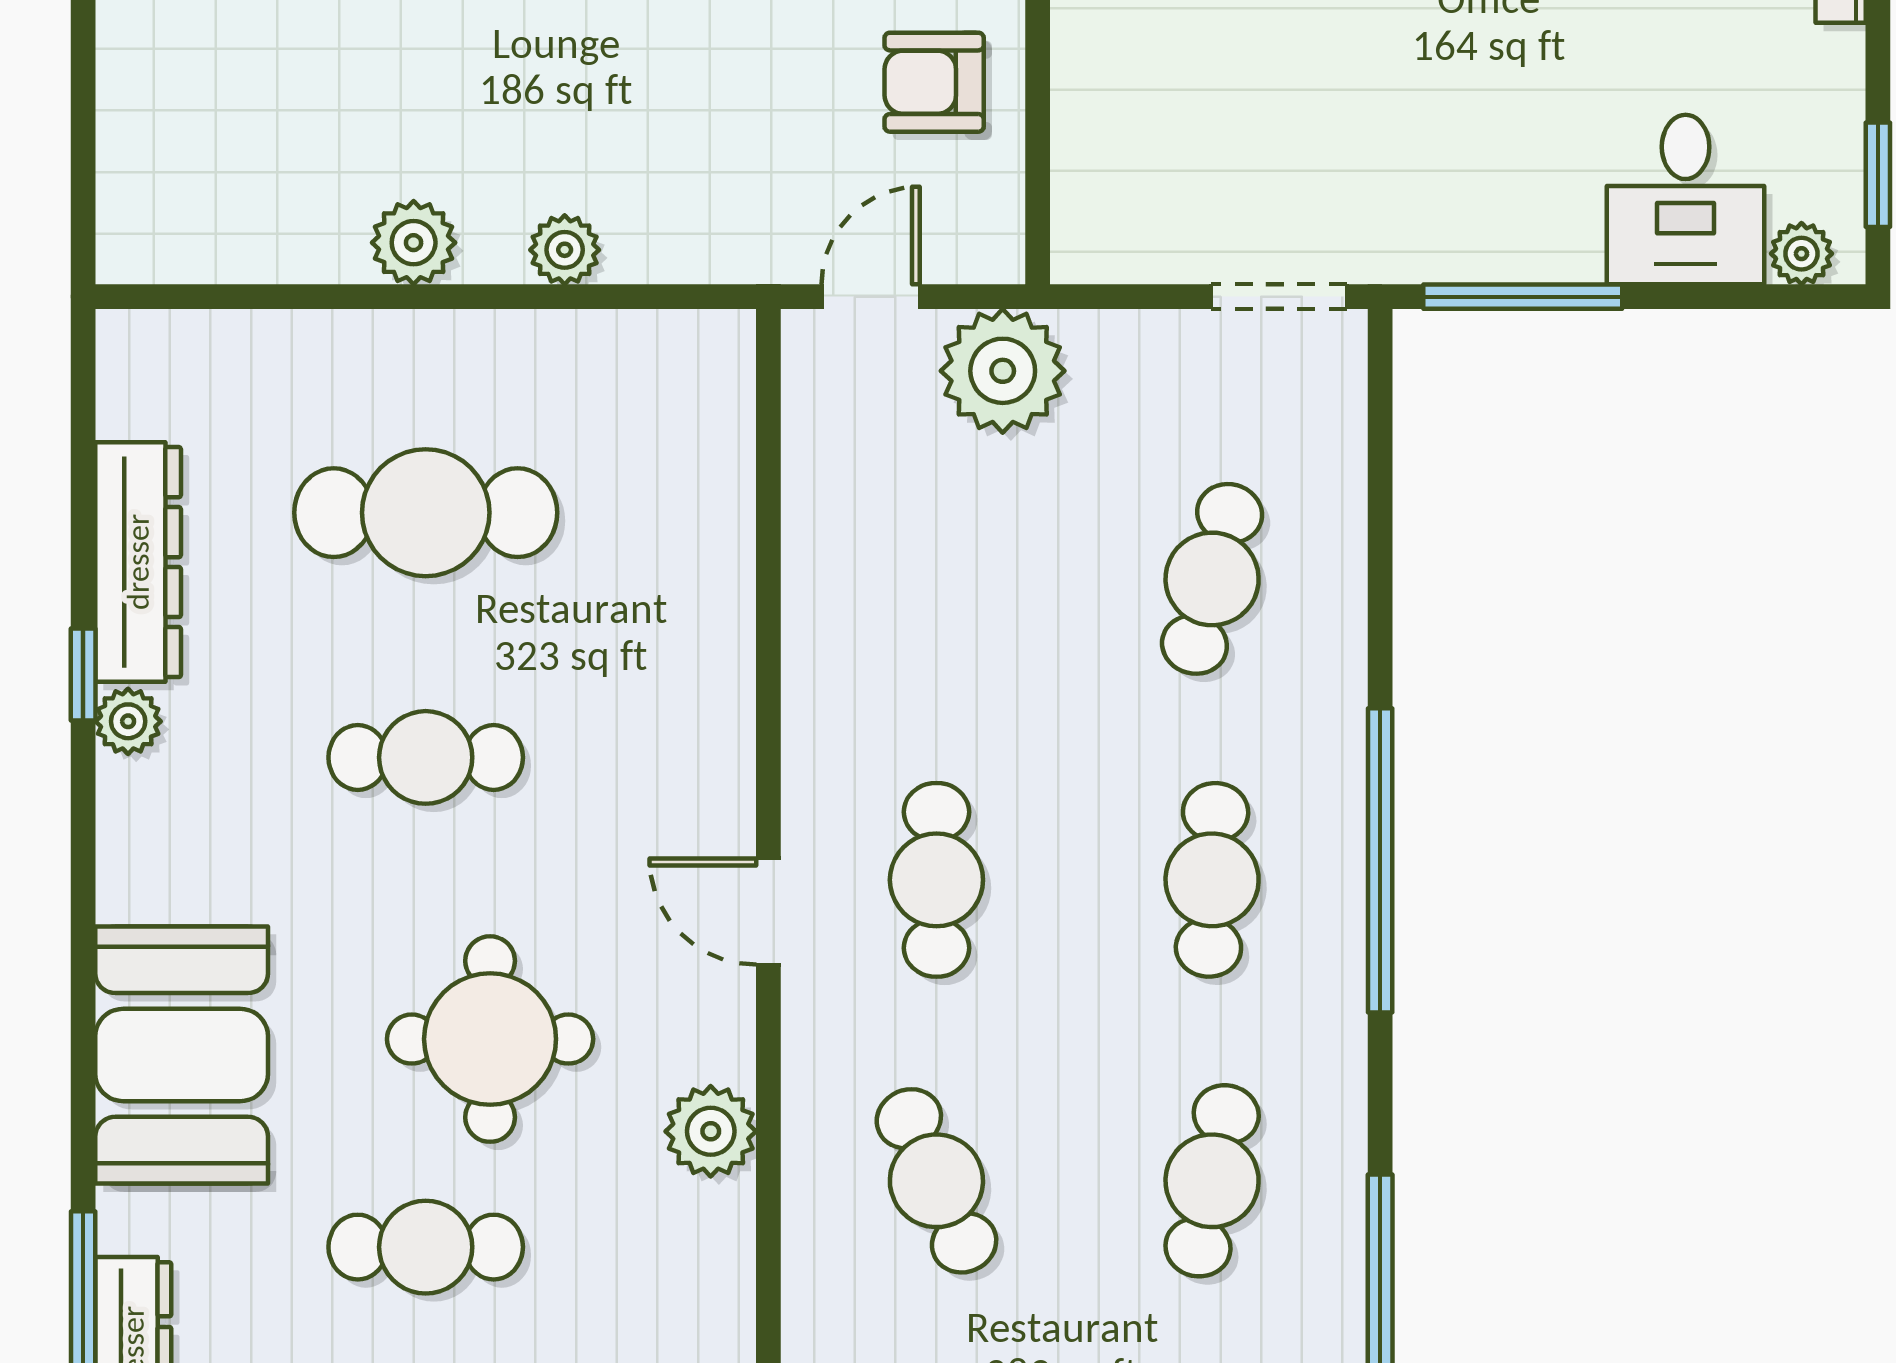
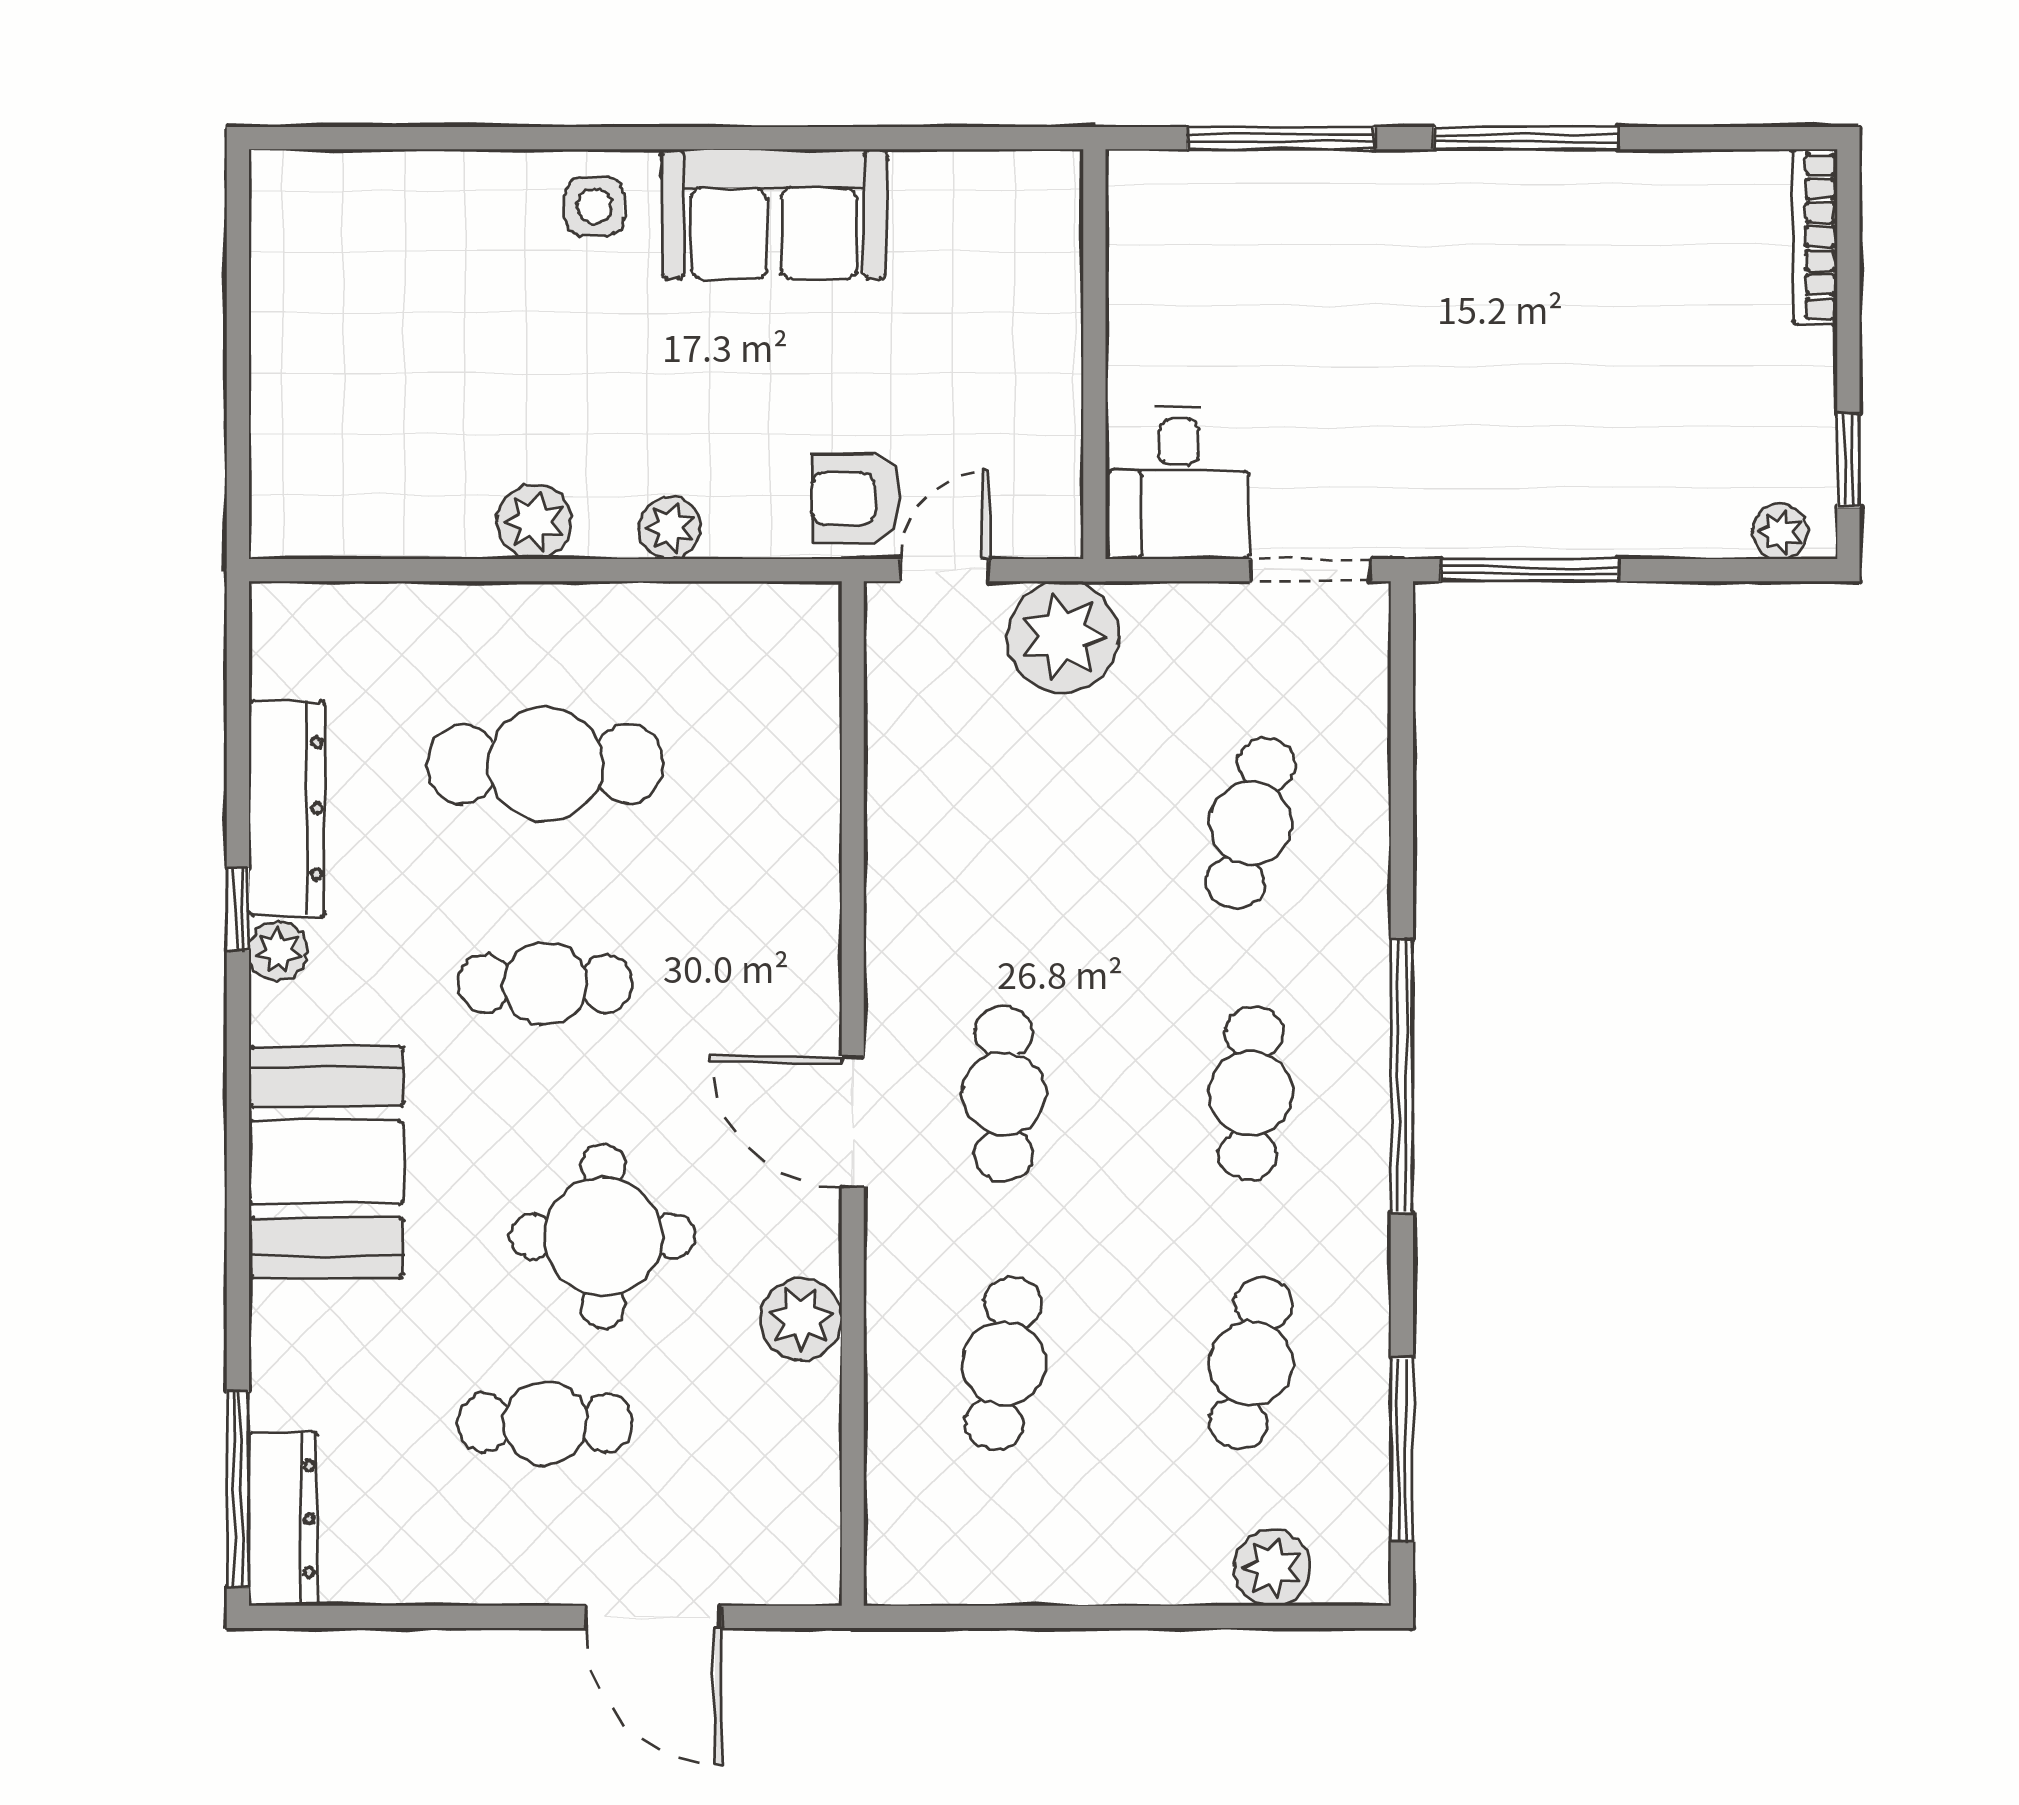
armchair: (934, 82) -> (856, 499), moved
desk: (1686, 200) -> (1178, 483), moved
door: (768, 911) -> (853, 1122), width x1.38
booth: (182, 1055) -> (326, 1162), moved
cafe table: (936, 1181) -> (1004, 1363), turned 33

